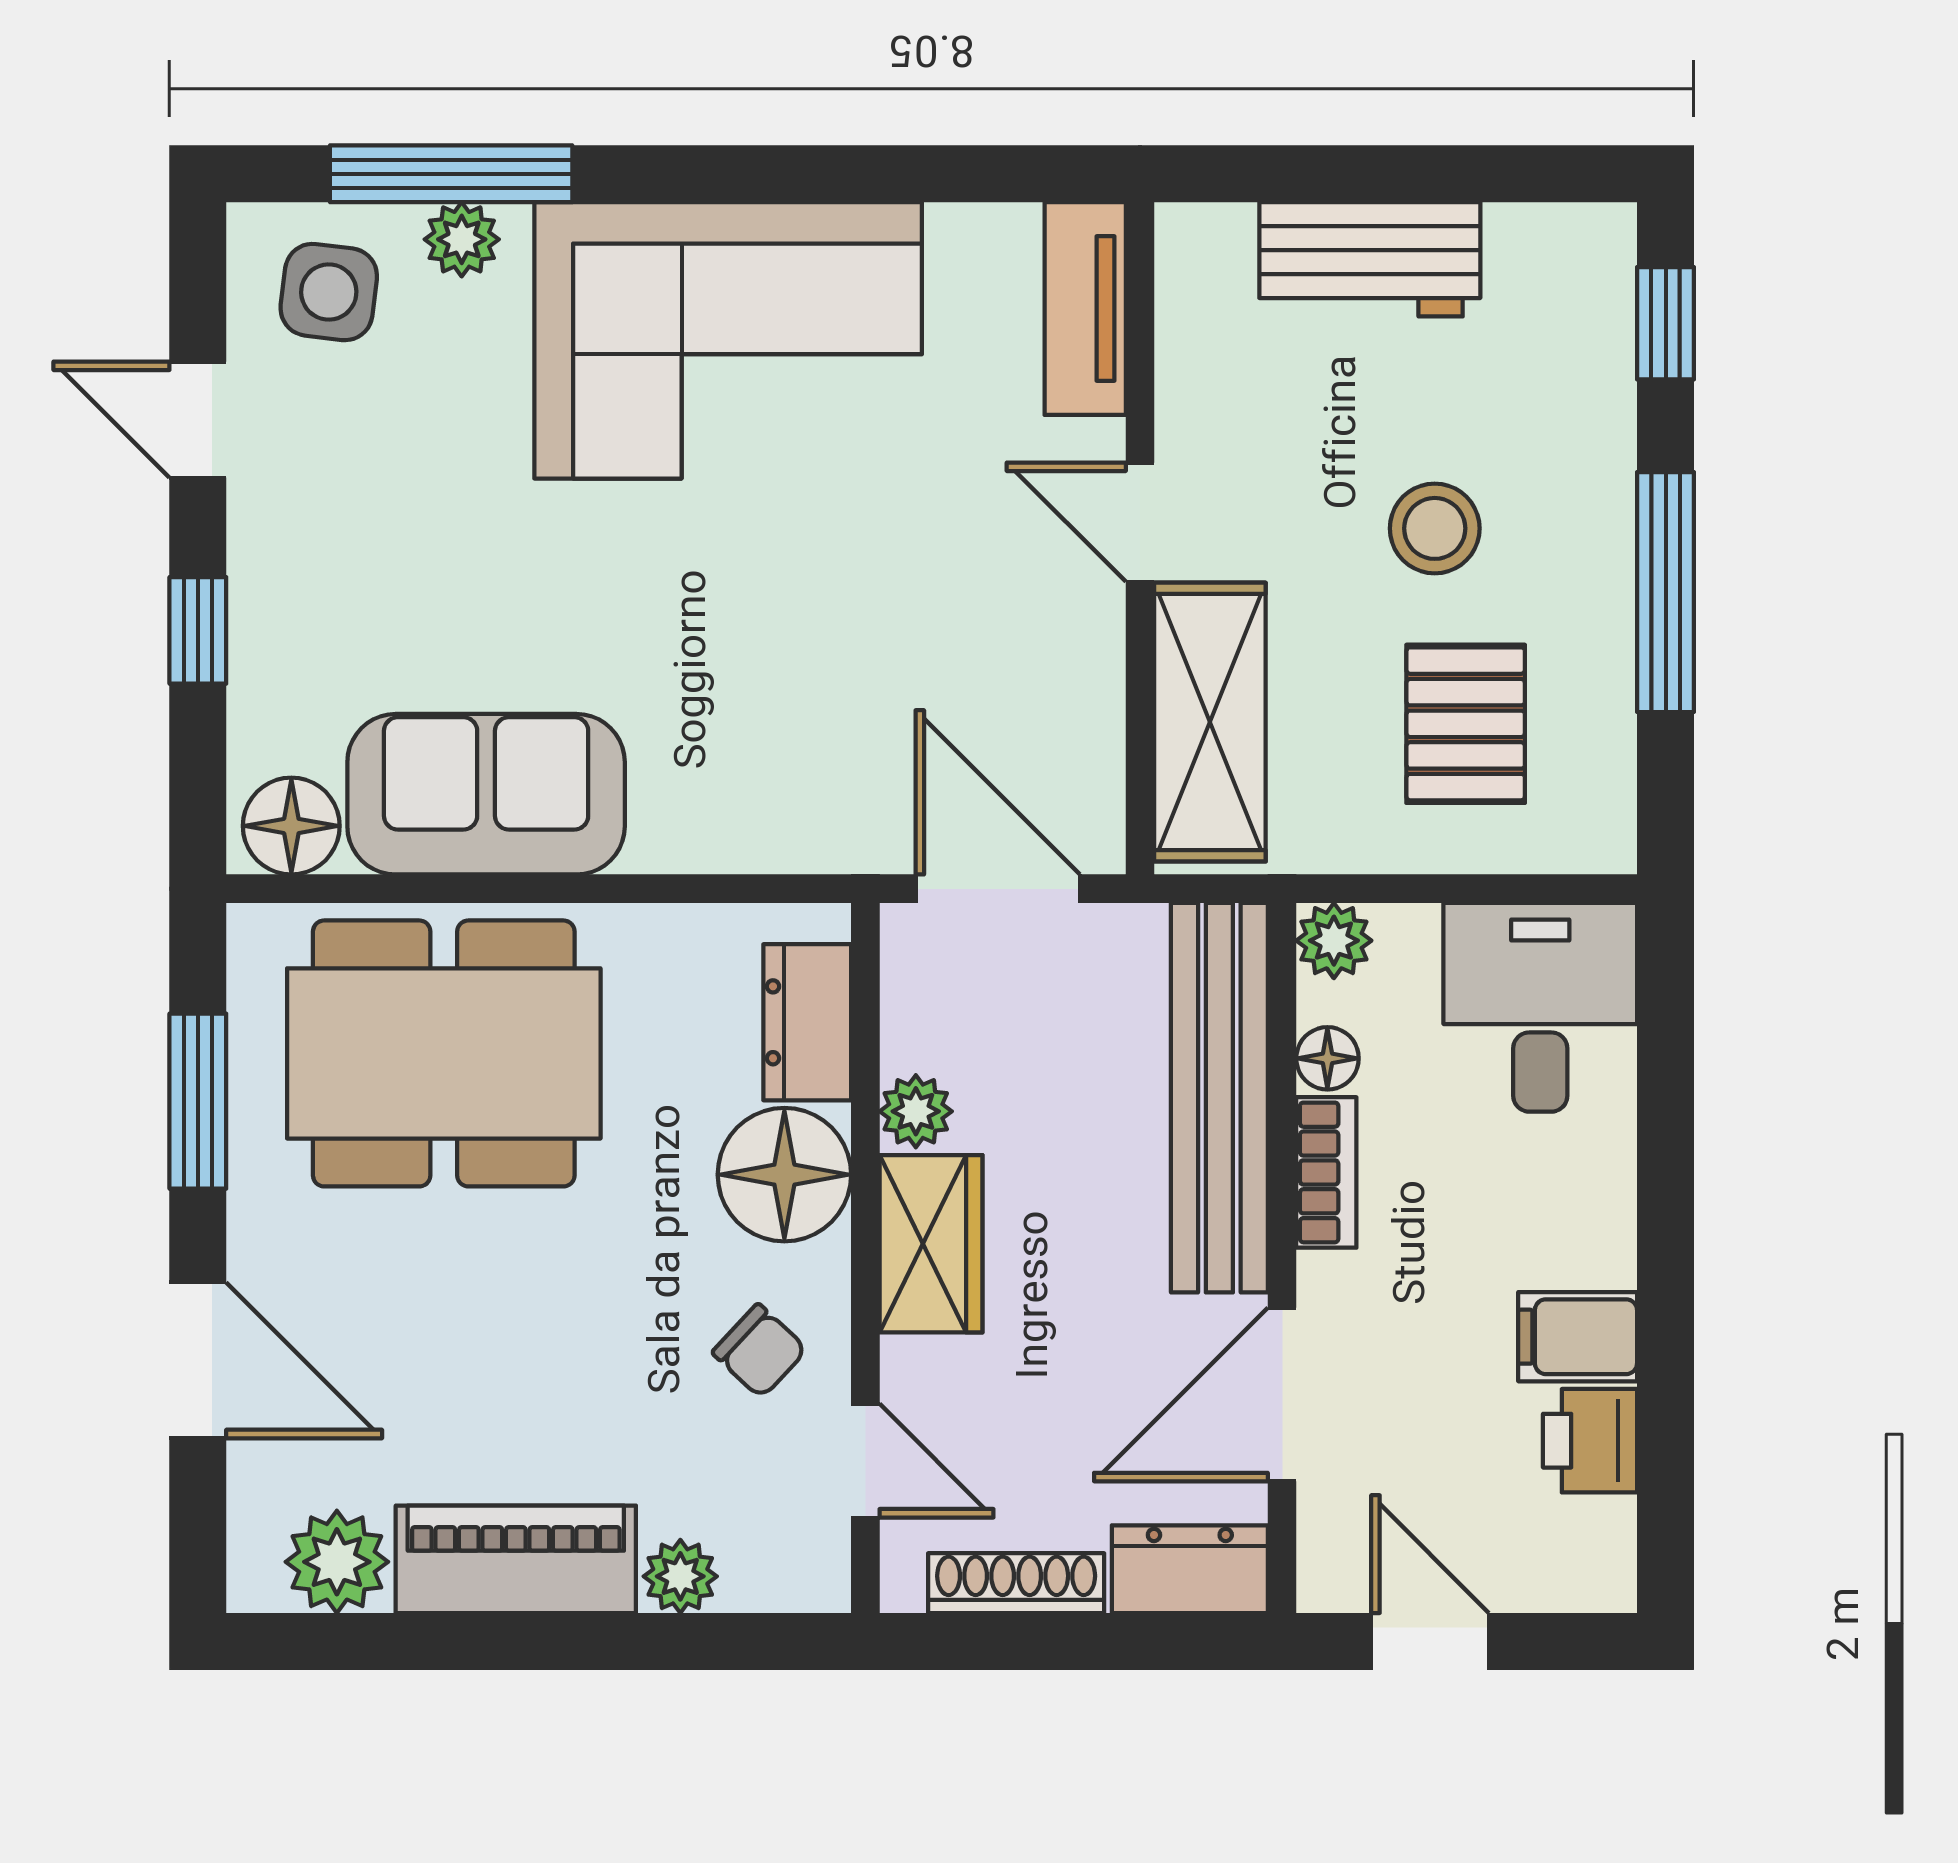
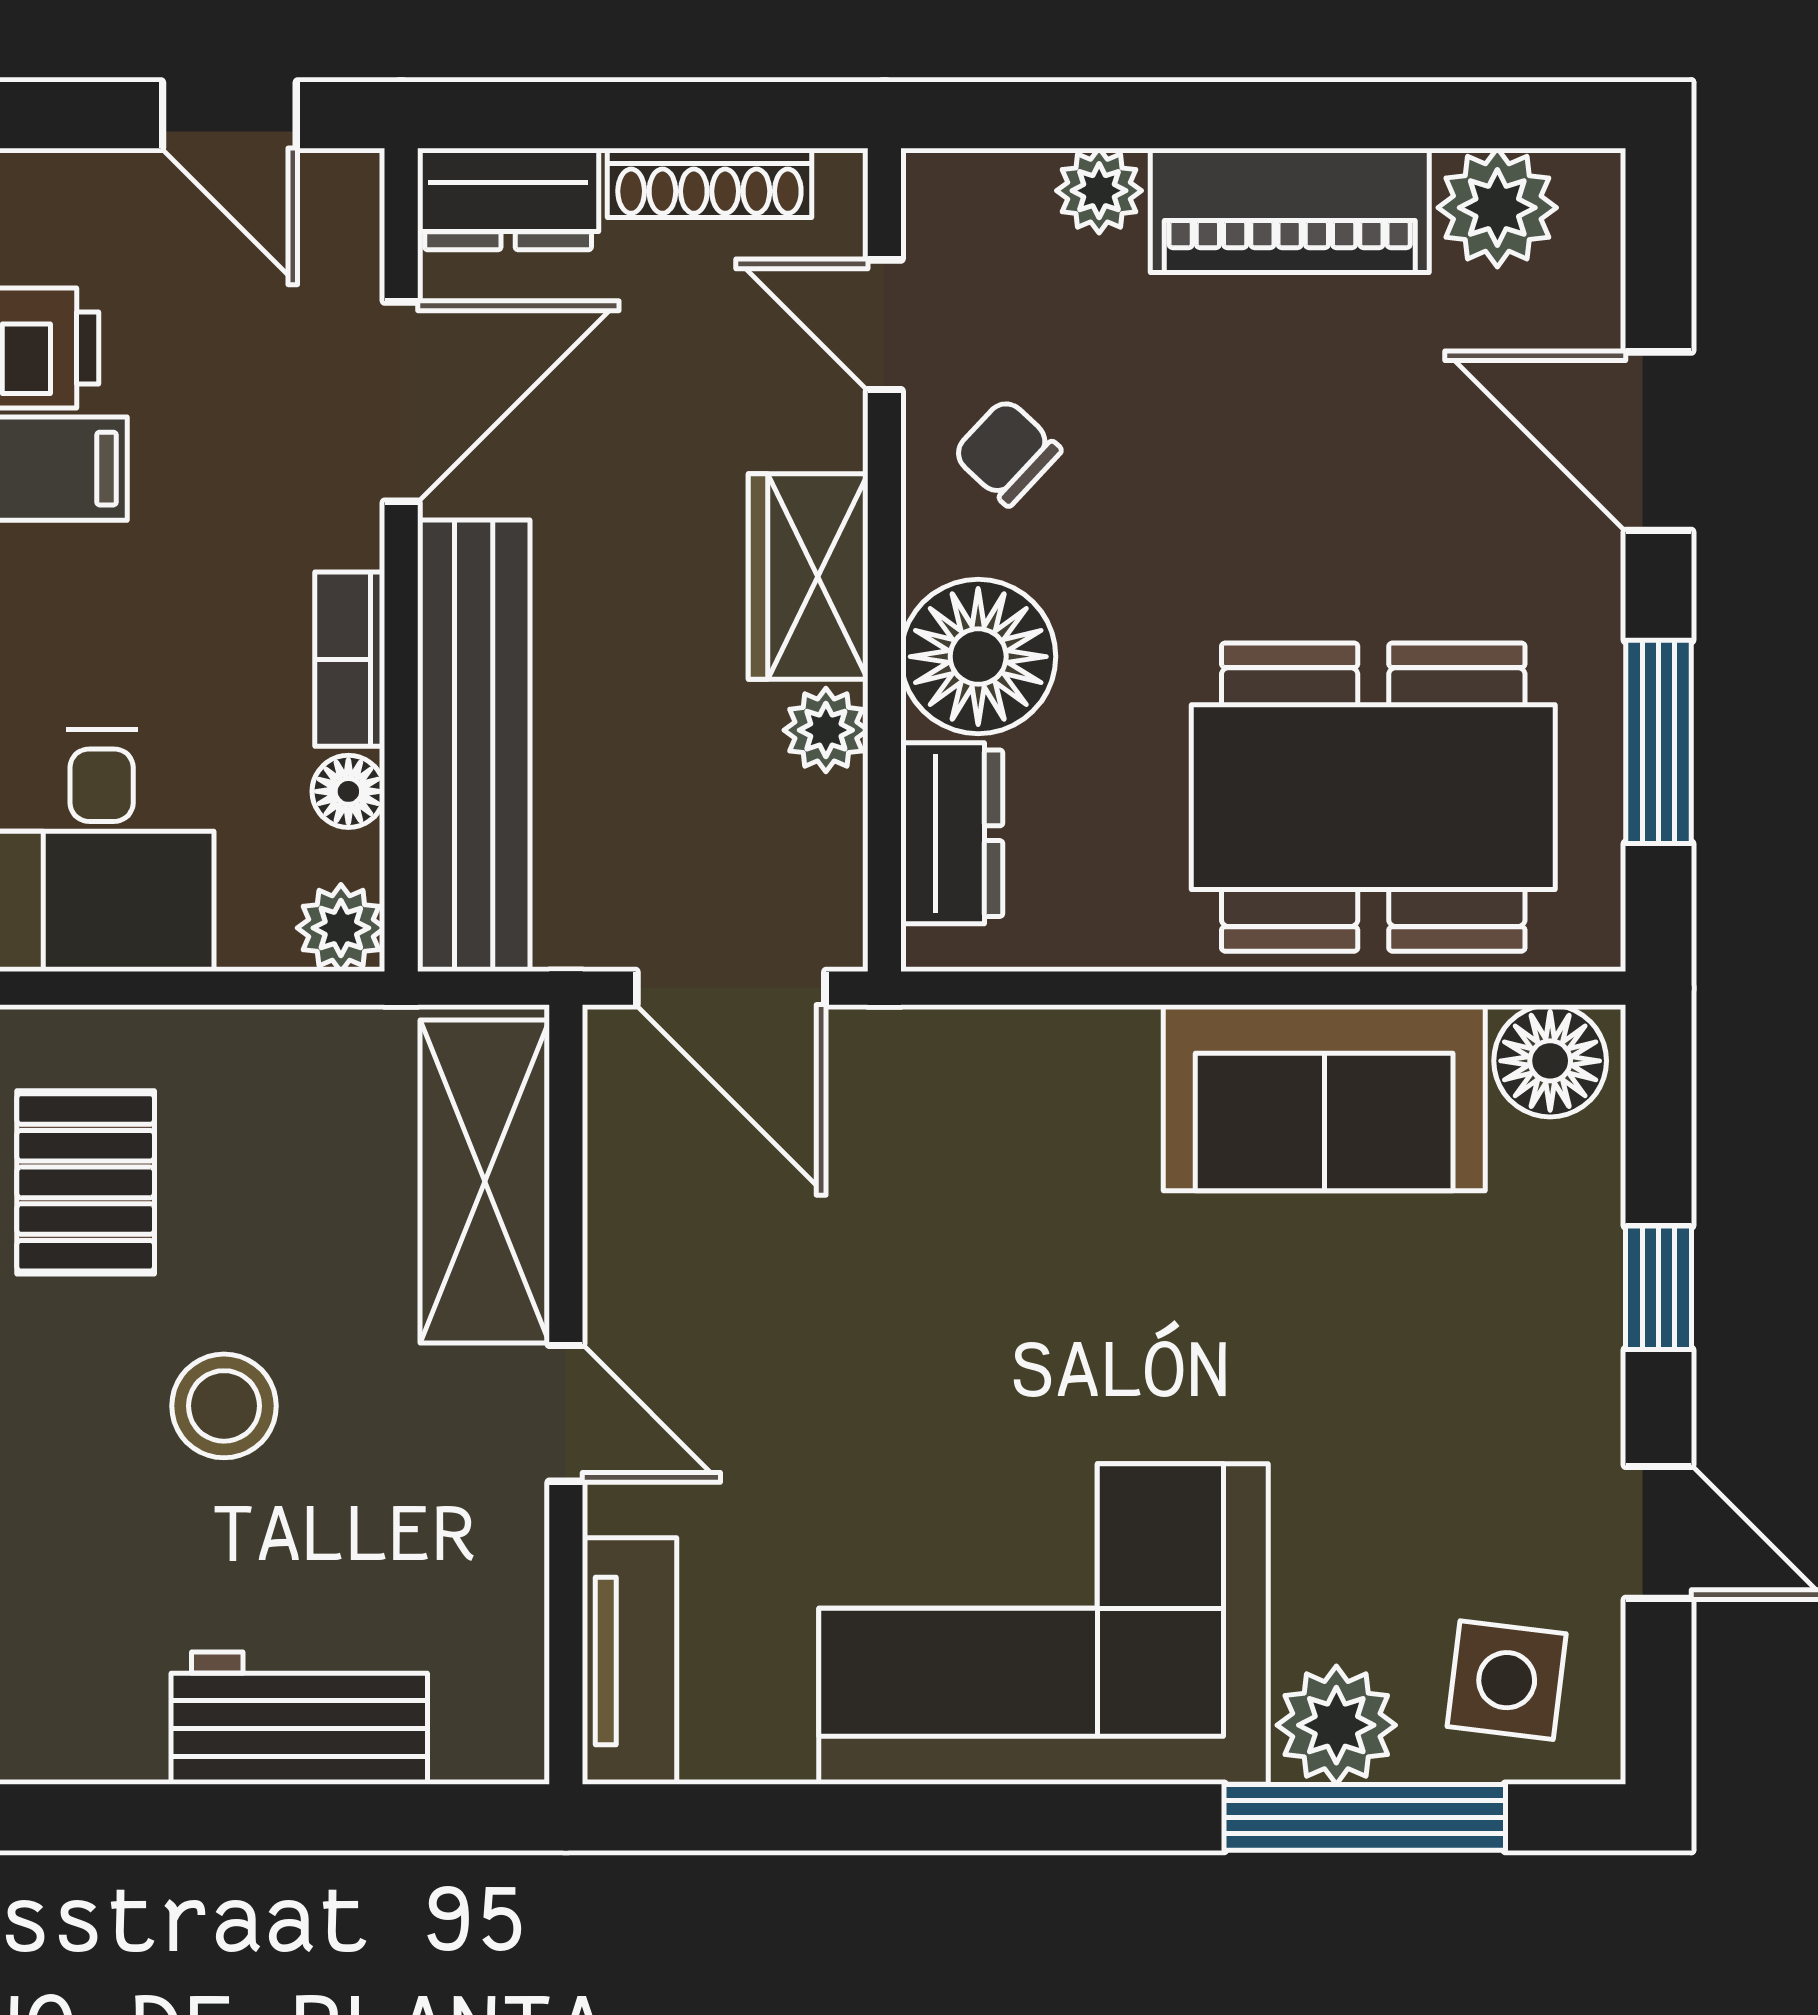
plant: (462, 239) -> (1336, 1725), width x1.38, depth x1.38
pallet: (1466, 724) -> (86, 1182), moved

